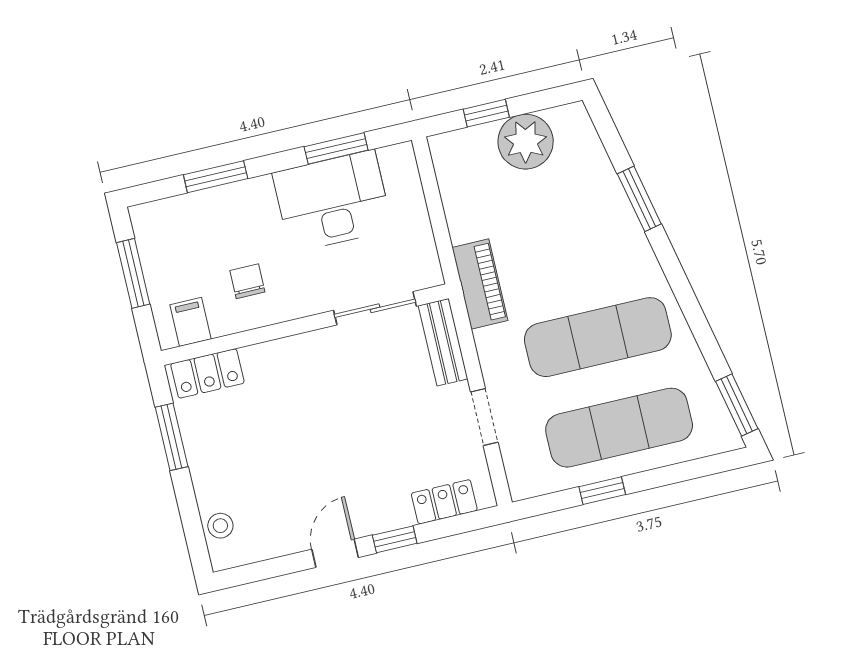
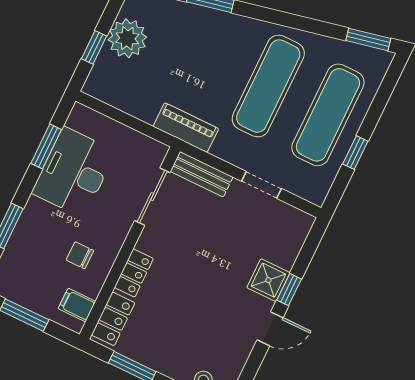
locker: (444, 502) -> (134, 273), moved, turned 180
shower: (387, 508) -> (268, 280), added
door: (335, 553) -> (270, 329), swing flipped

